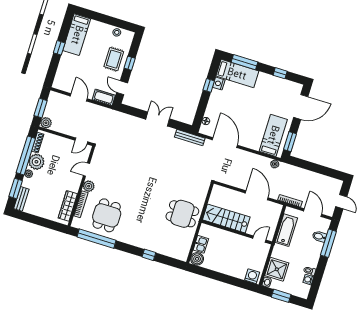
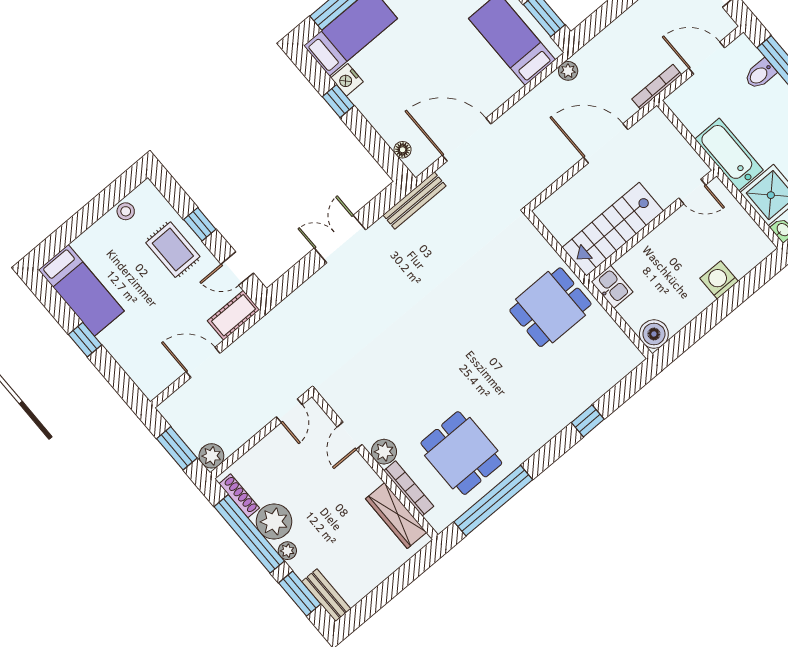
bathtub: (286, 230) -> (729, 155), moved
door: (259, 239) -> (692, 192), swing flipped
kitchen sink: (201, 244) -> (612, 287), moved
washing machine: (252, 276) -> (719, 280), moved

